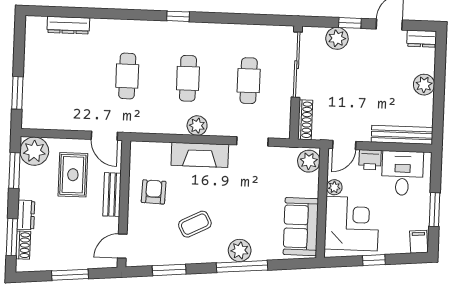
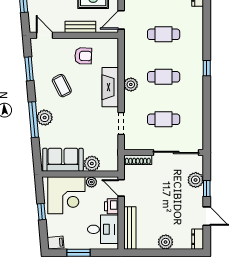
plant: (309, 161) -> (92, 164), moved

